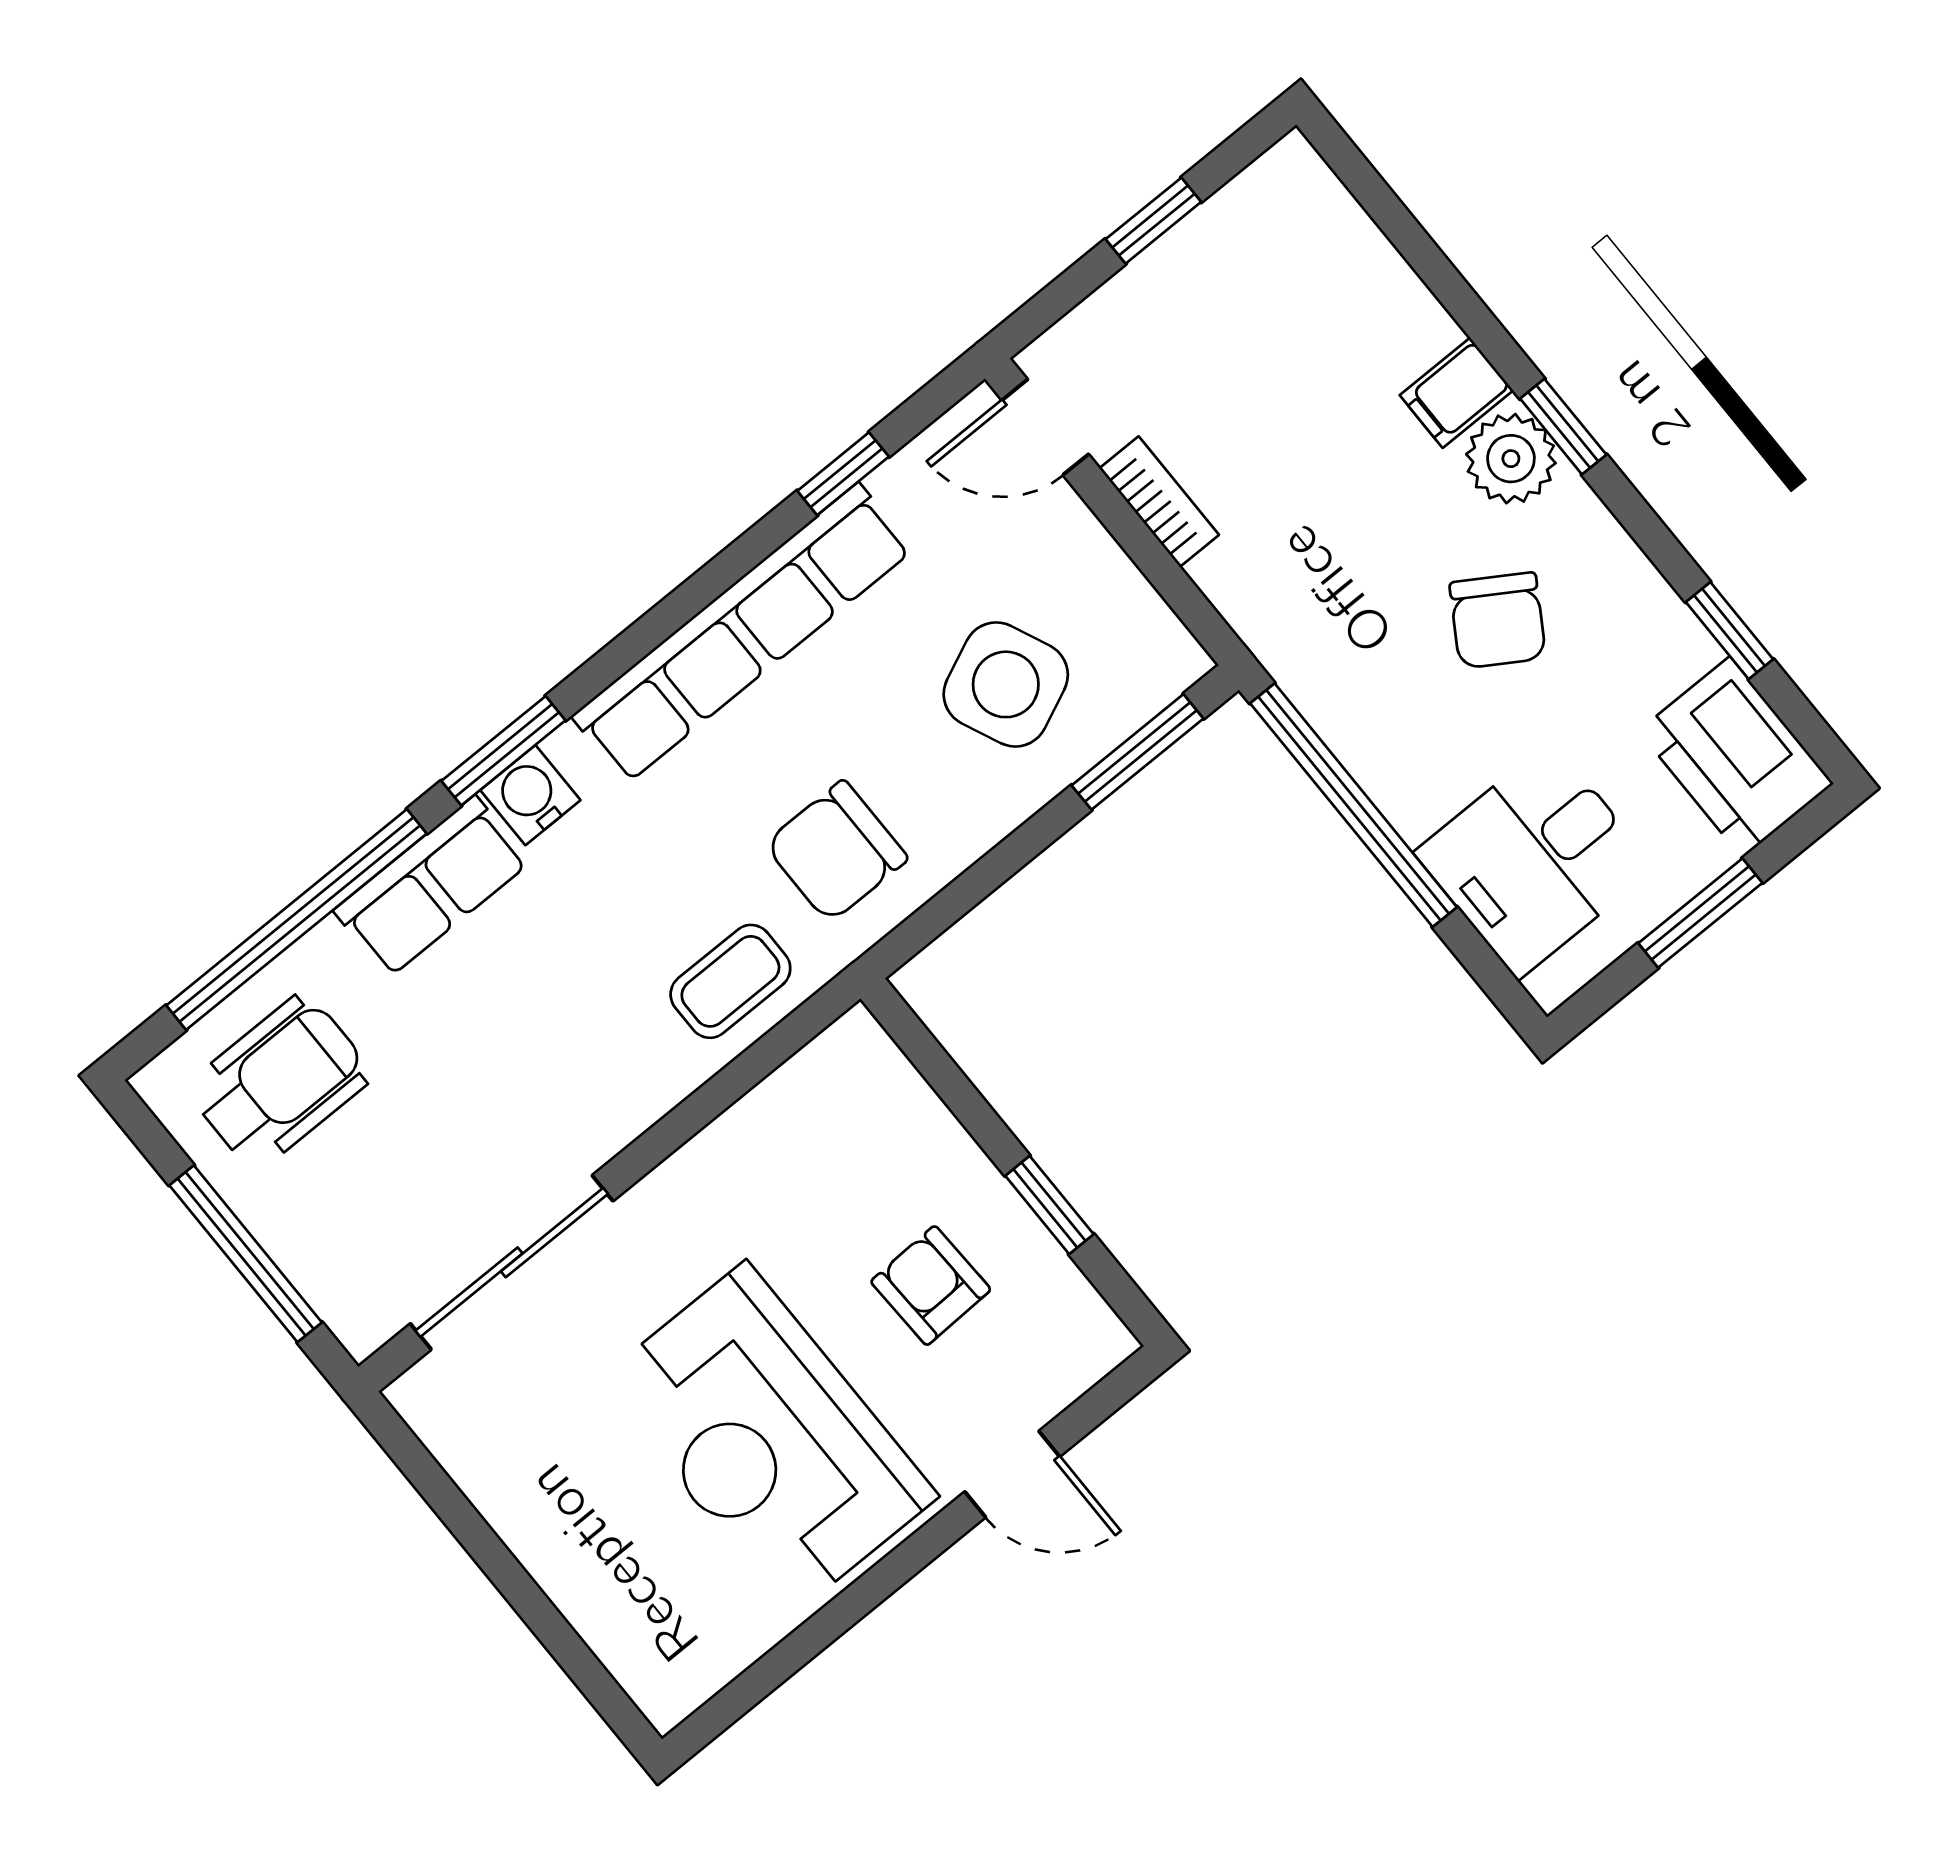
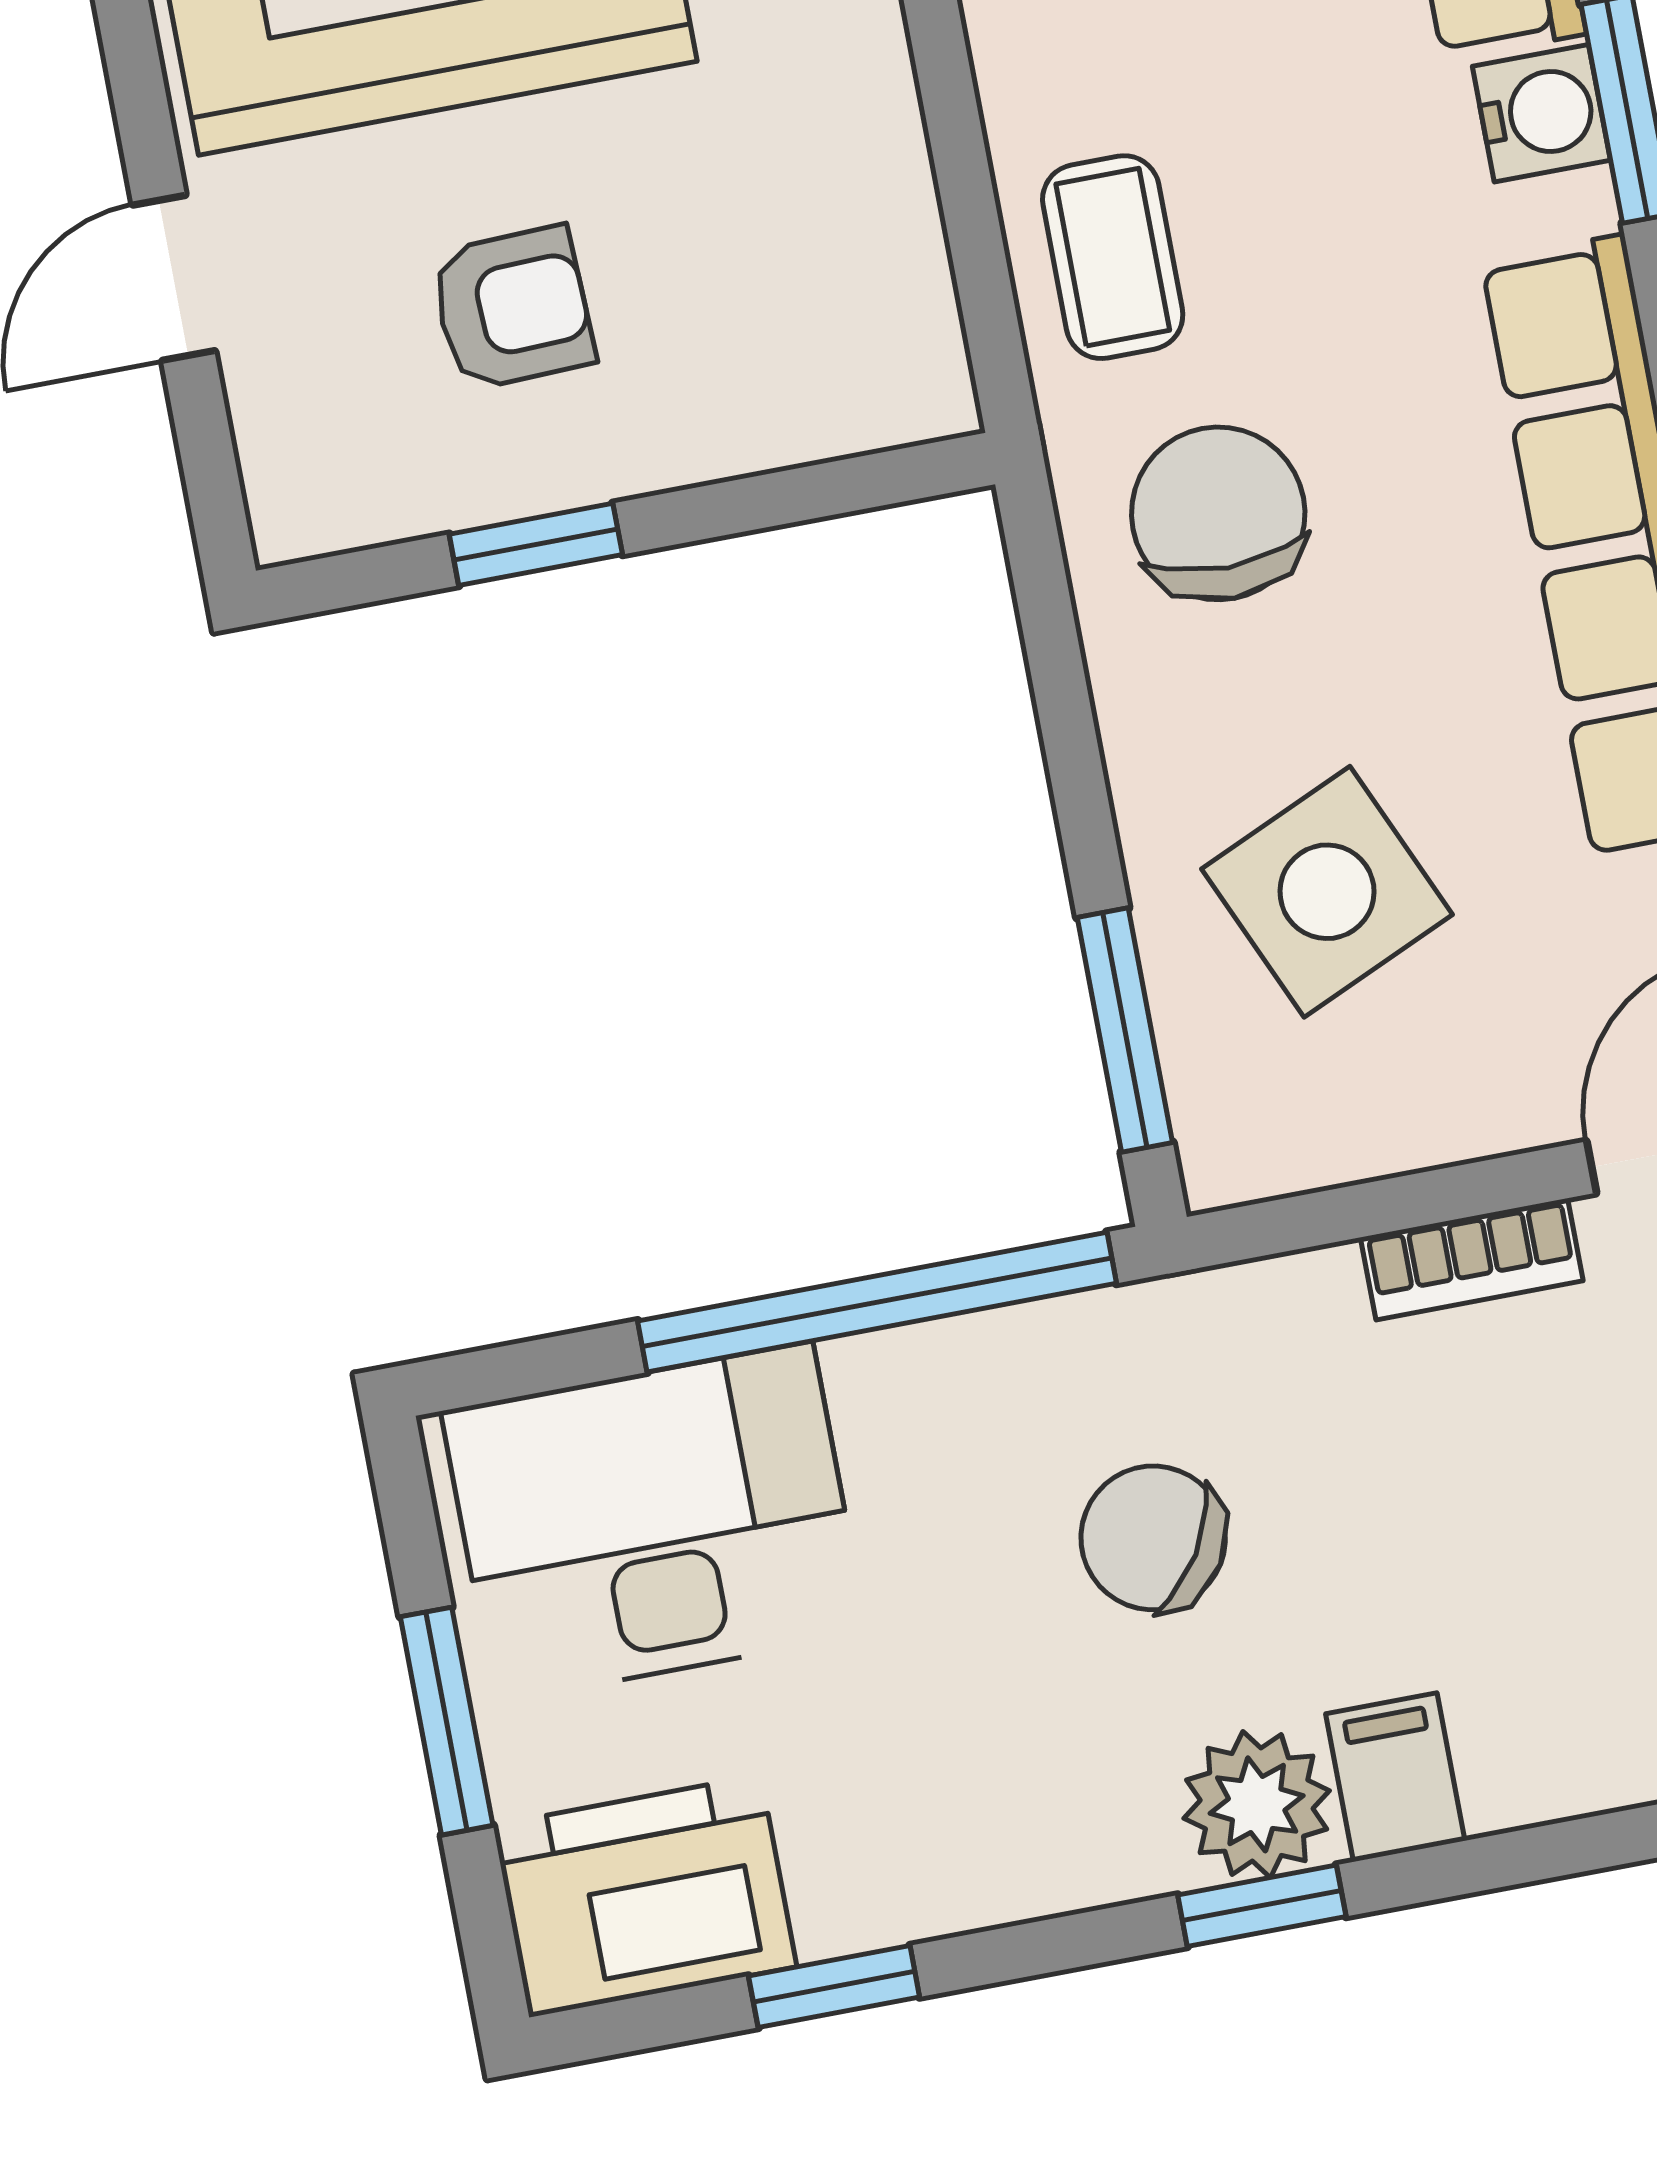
chair: (1498, 620) -> (1153, 1538), moved
desk: (1535, 860) -> (654, 1522), width x1.37

